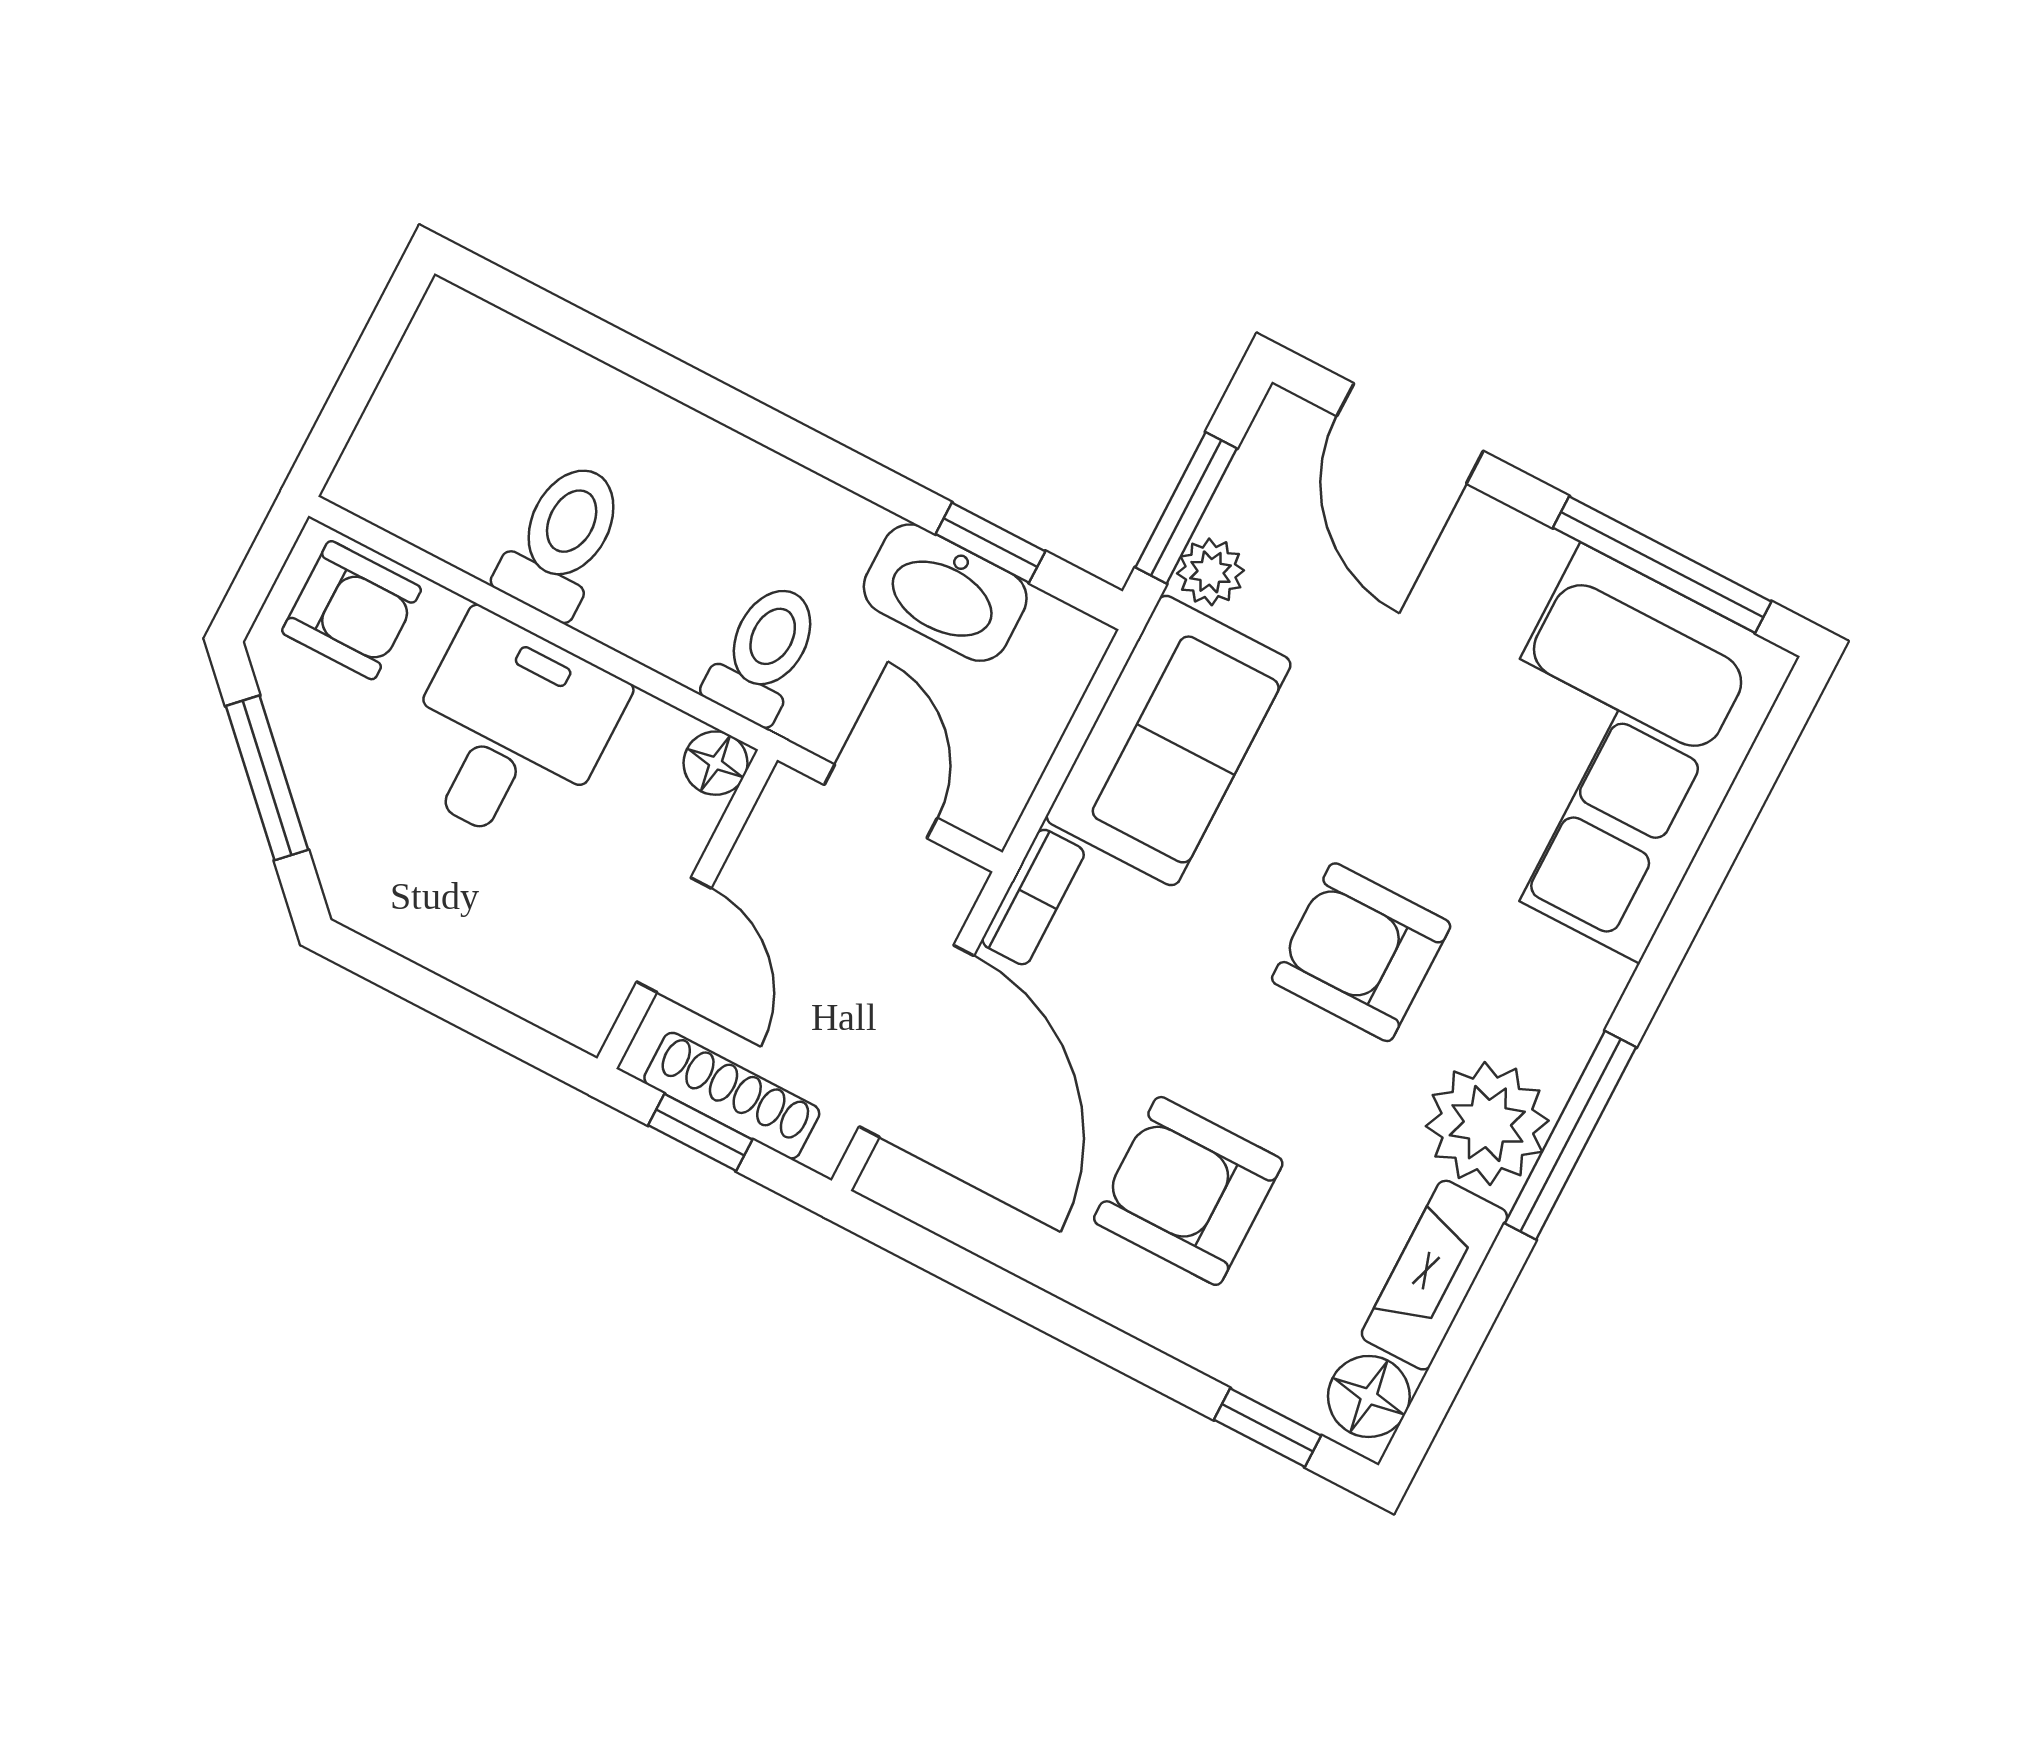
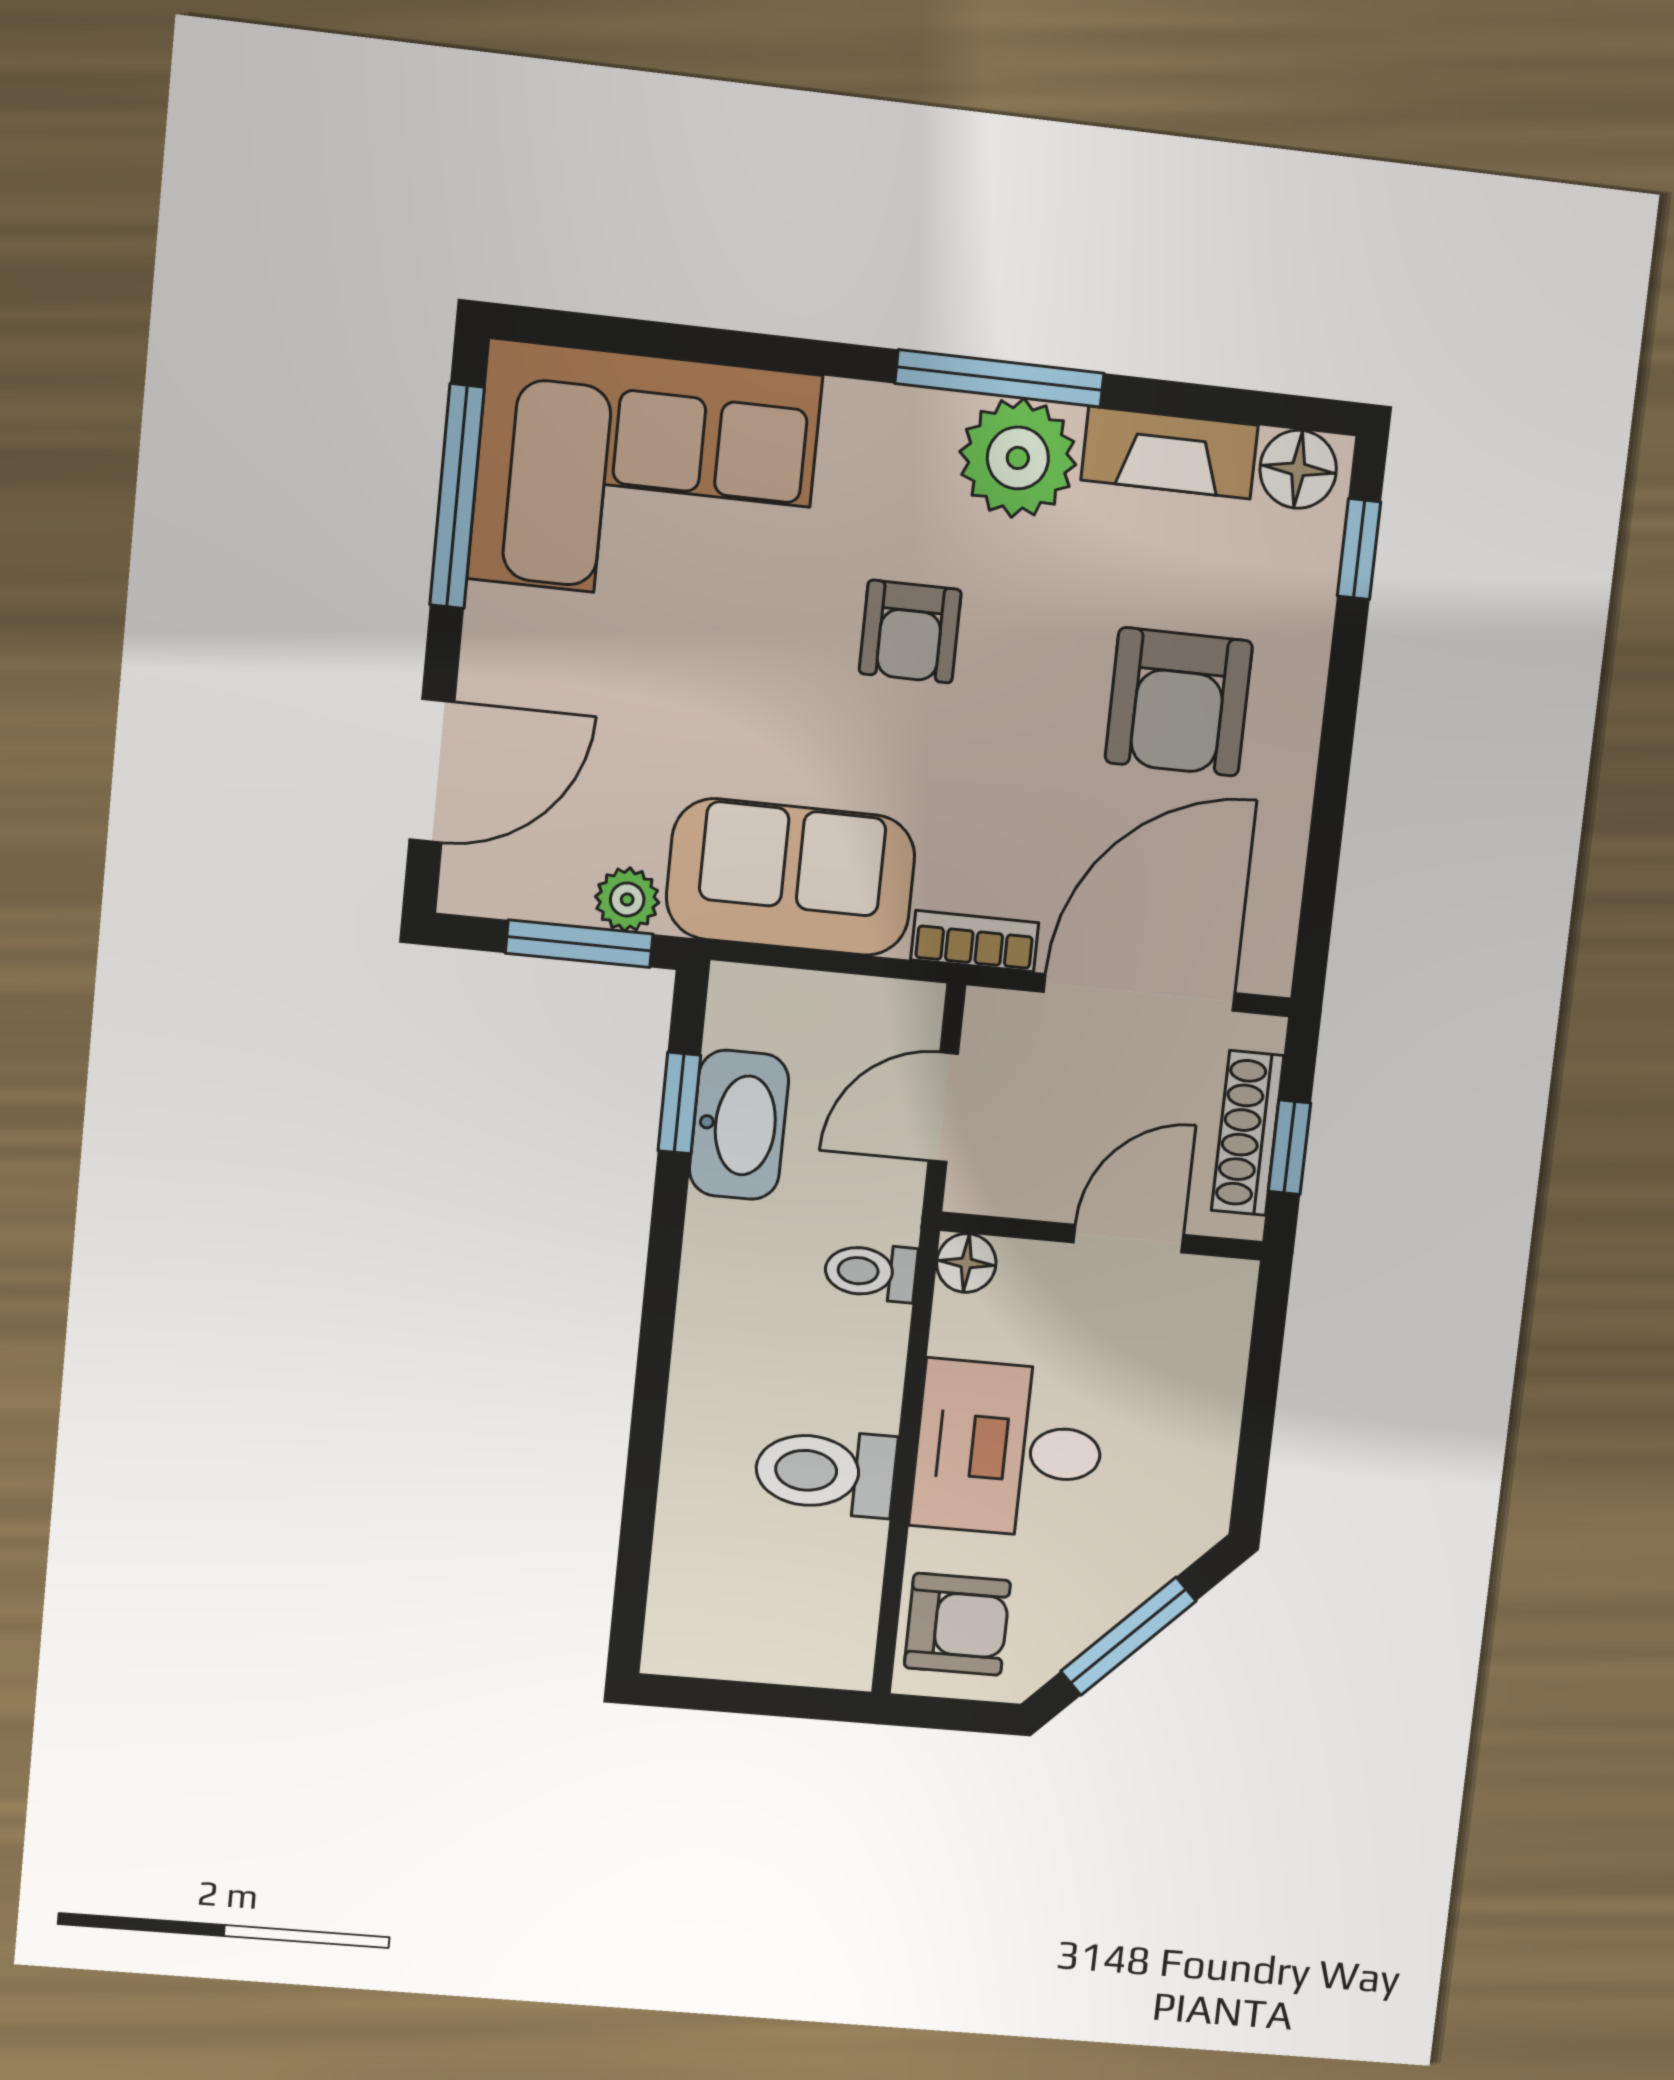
armchair: (352, 610) -> (957, 1624), turned 90
toilet: (764, 653) -> (871, 1272), width x0.73, depth x0.72
armchair: (1361, 952) -> (910, 632), width x0.72, depth x0.72

